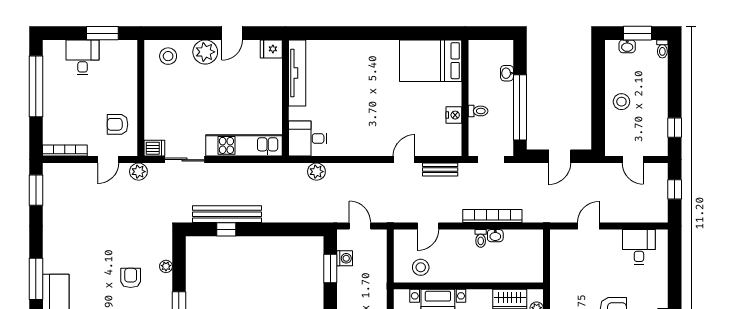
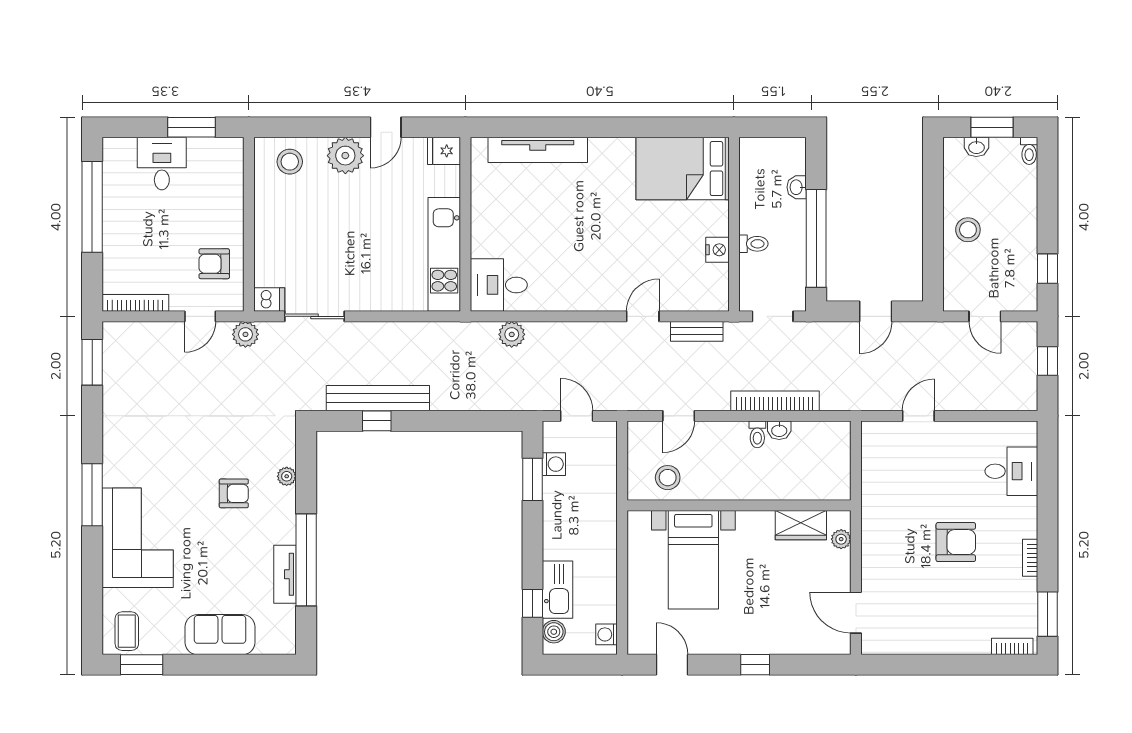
tv unit: (297, 73) -> (538, 150), moved, turned 90
kitchen unit: (244, 145) -> (444, 254), moved, turned -90
desk: (639, 247) -> (1011, 471), moved, turned 90
armchair: (131, 278) -> (234, 493), turned 90

